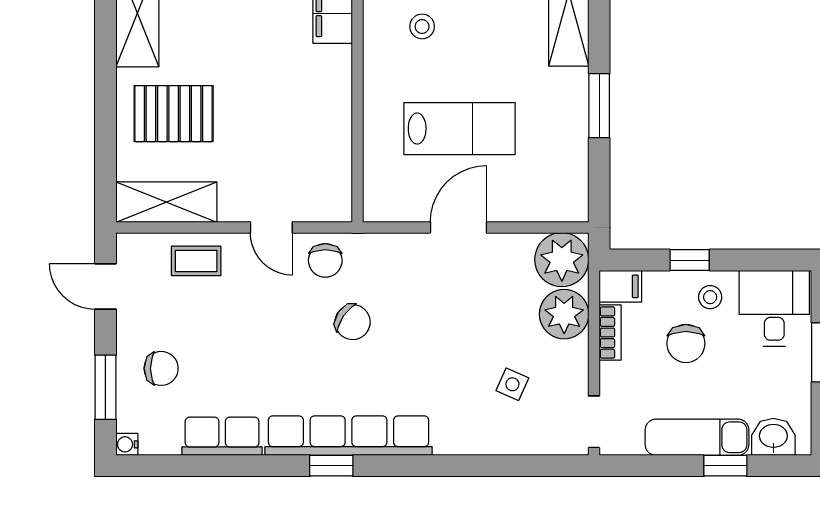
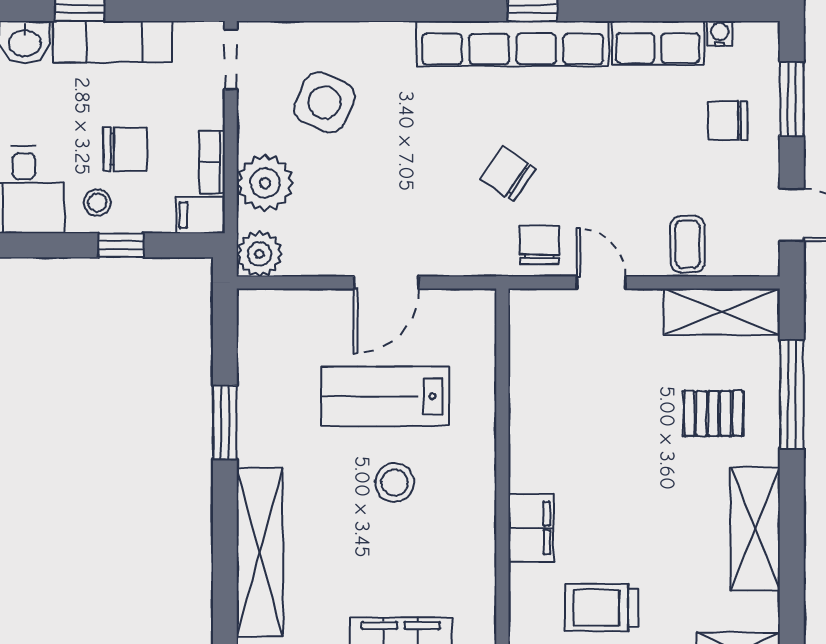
stool: (422, 26) -> (394, 482), moved, width x1.37, depth x1.37
pallet: (174, 114) -> (714, 413), width x0.67, depth x0.71
window: (105, 130) -> (792, 394), added
plant: (562, 260) -> (259, 254), width x0.73, depth x0.73
coffee table: (196, 261) -> (688, 244), turned 90
chair: (686, 344) -> (125, 149), turned 90
side table: (512, 384) -> (324, 103), width x1.87, depth x1.87
water cooler: (127, 444) -> (720, 33), moved, turned -90

